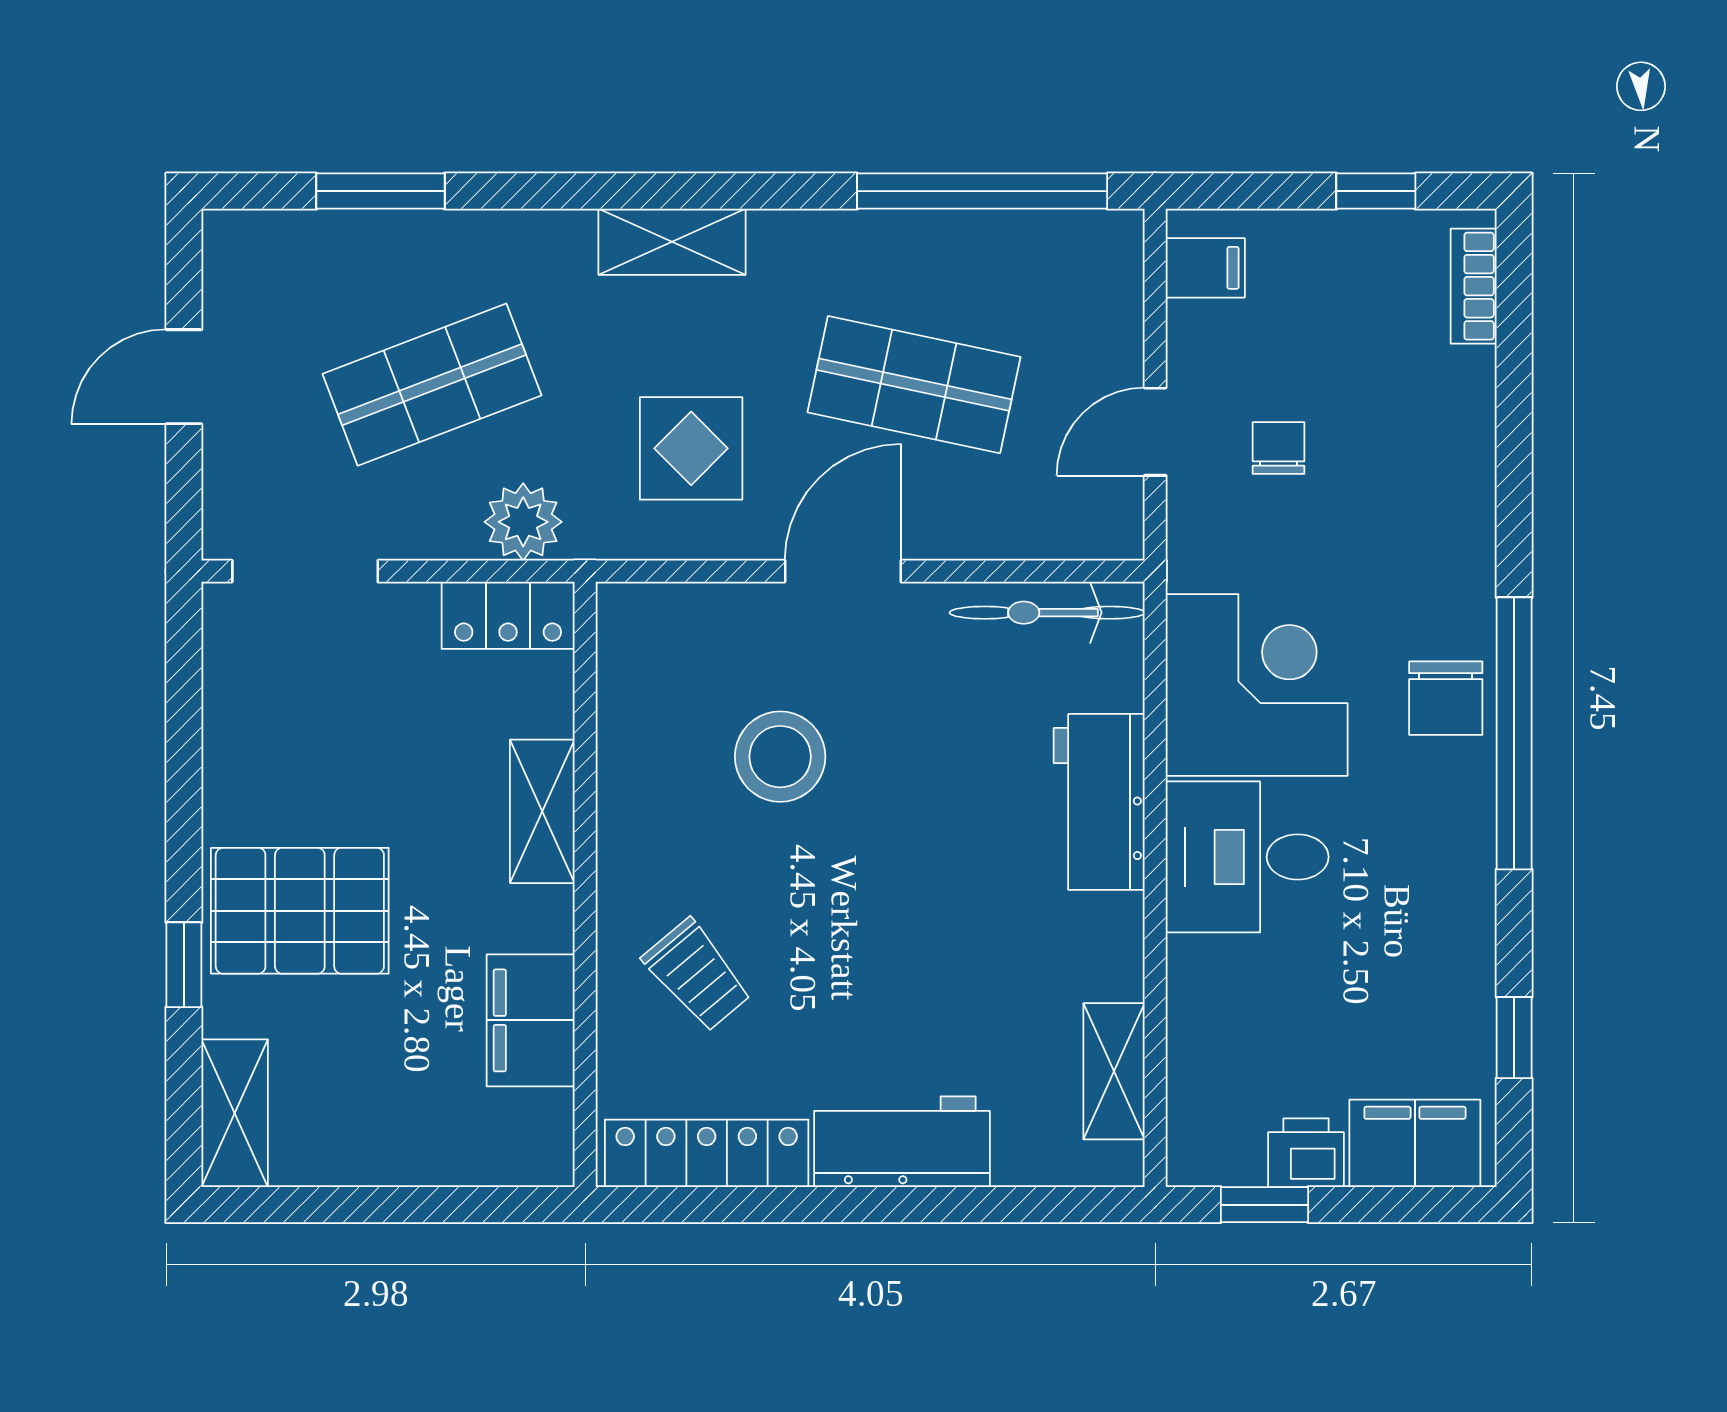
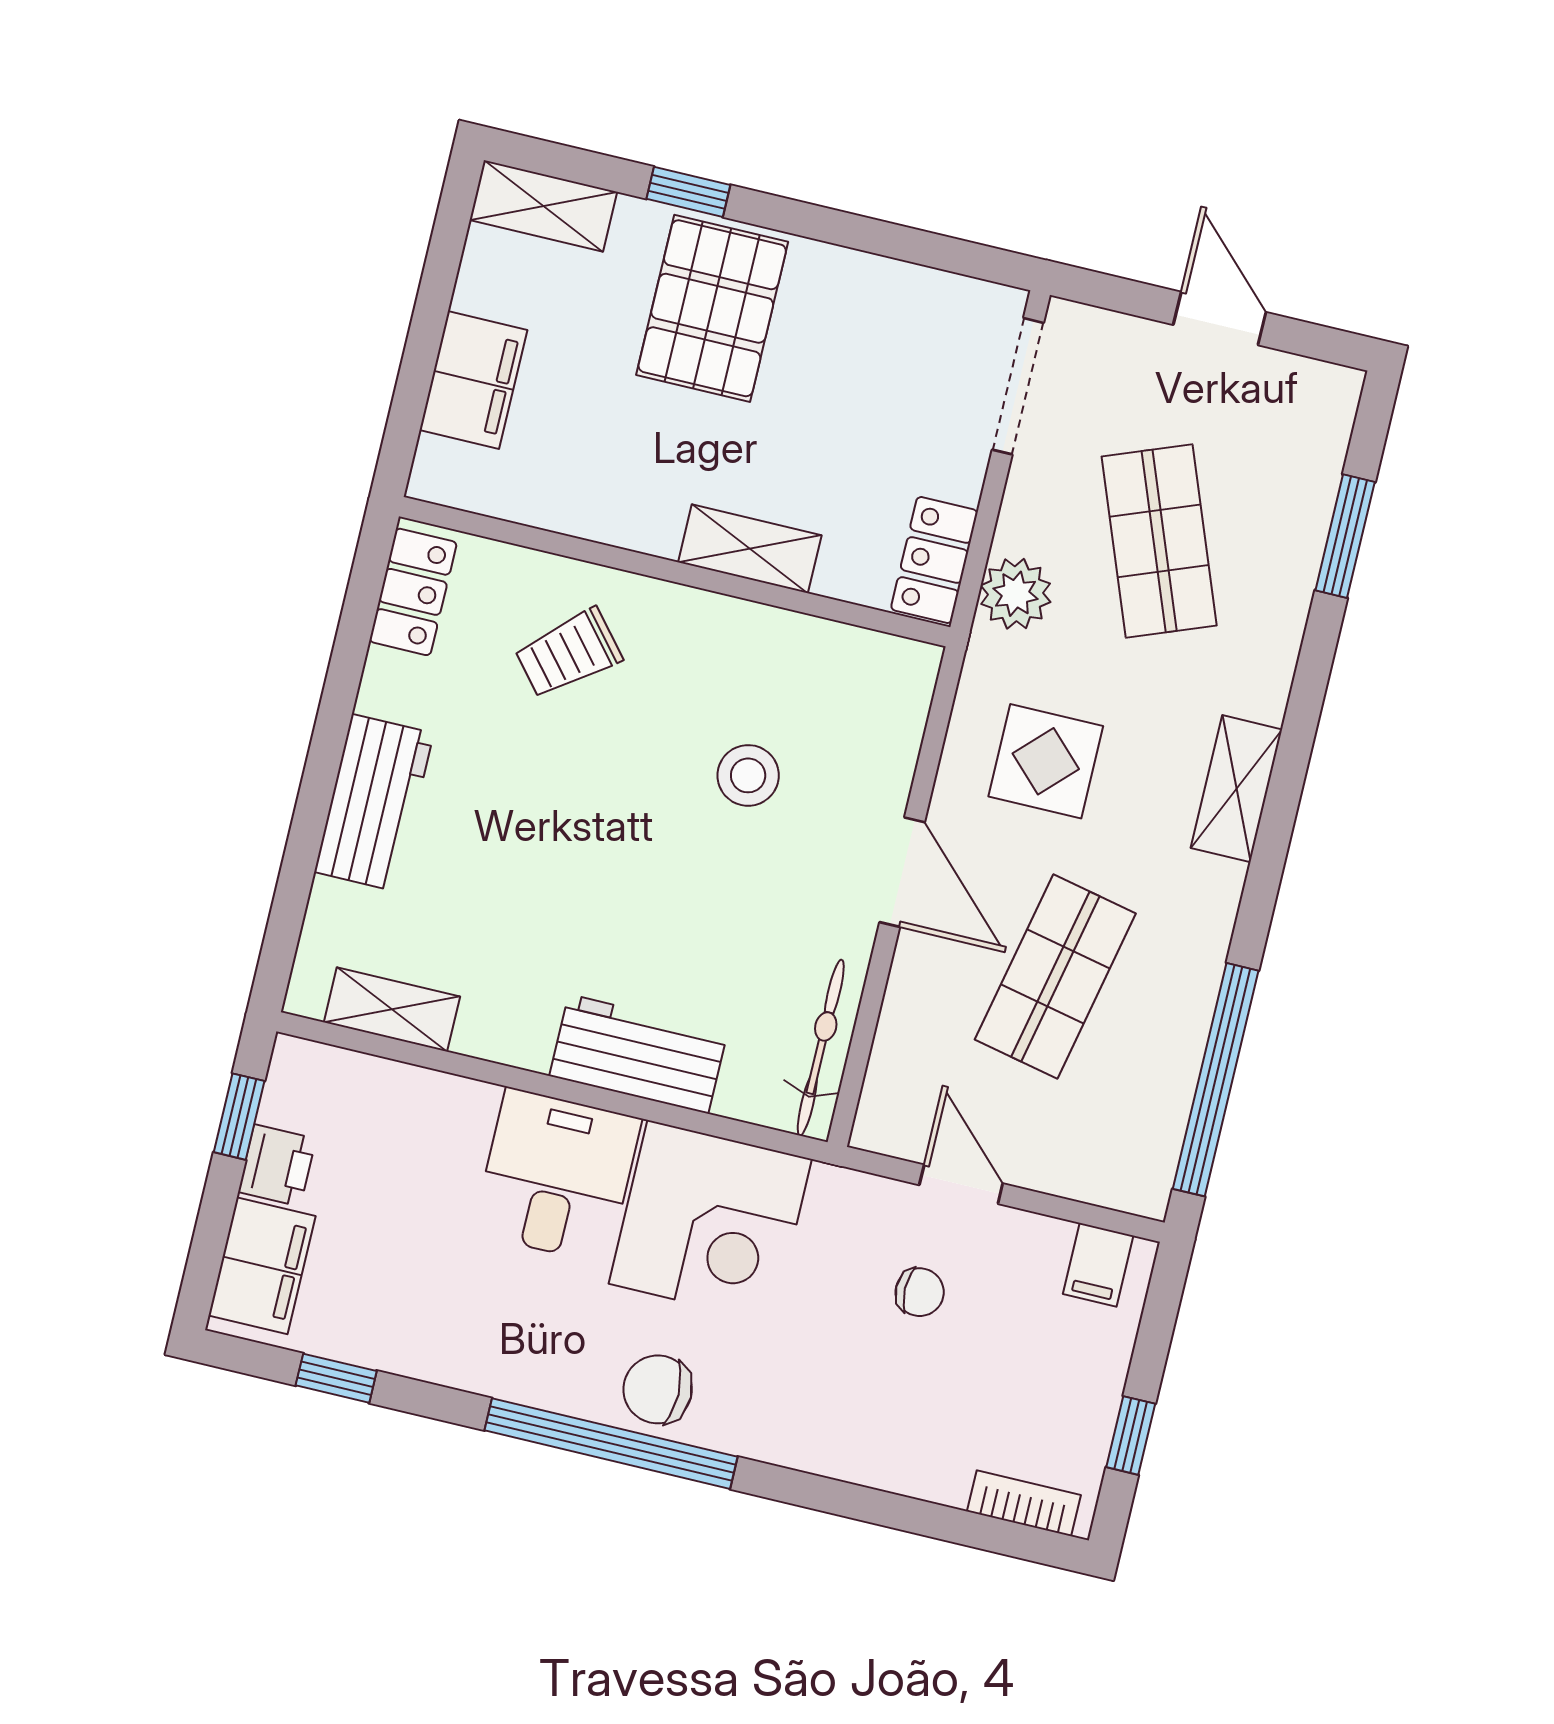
stool: (780, 757) -> (748, 775), width x0.73, depth x0.73
filing cabinet: (531, 1020) -> (473, 380), moved, turned 90
locker: (707, 1153) -> (413, 592), width x0.66

